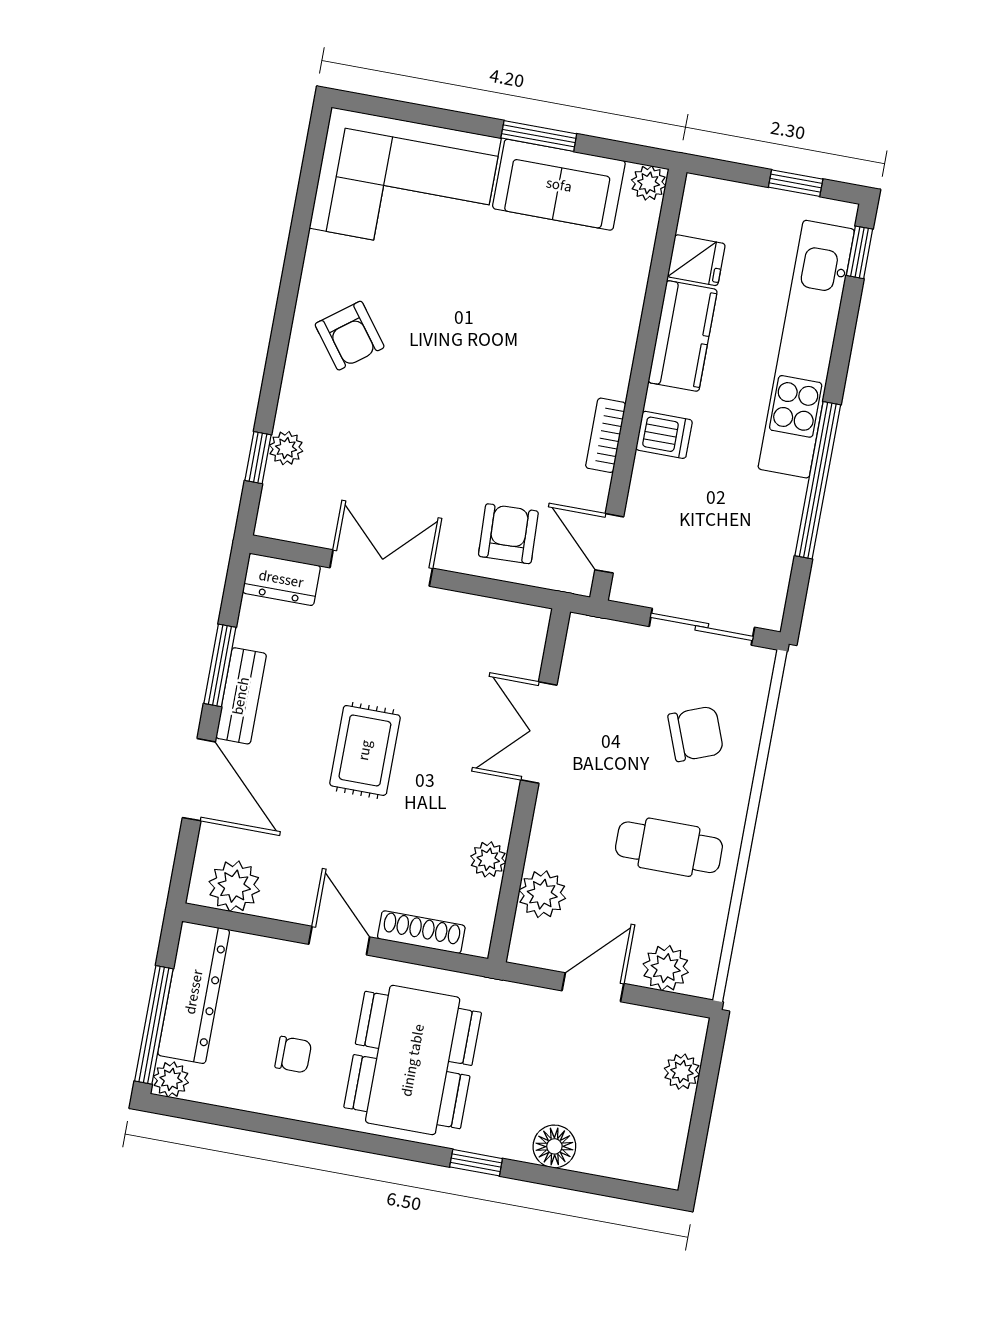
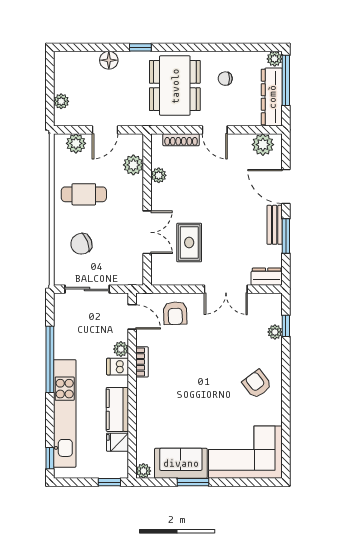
window: (796, 183) -> (109, 482), moved
plant: (649, 474) -> (121, 349), added
rug: (365, 750) -> (189, 243), moved

